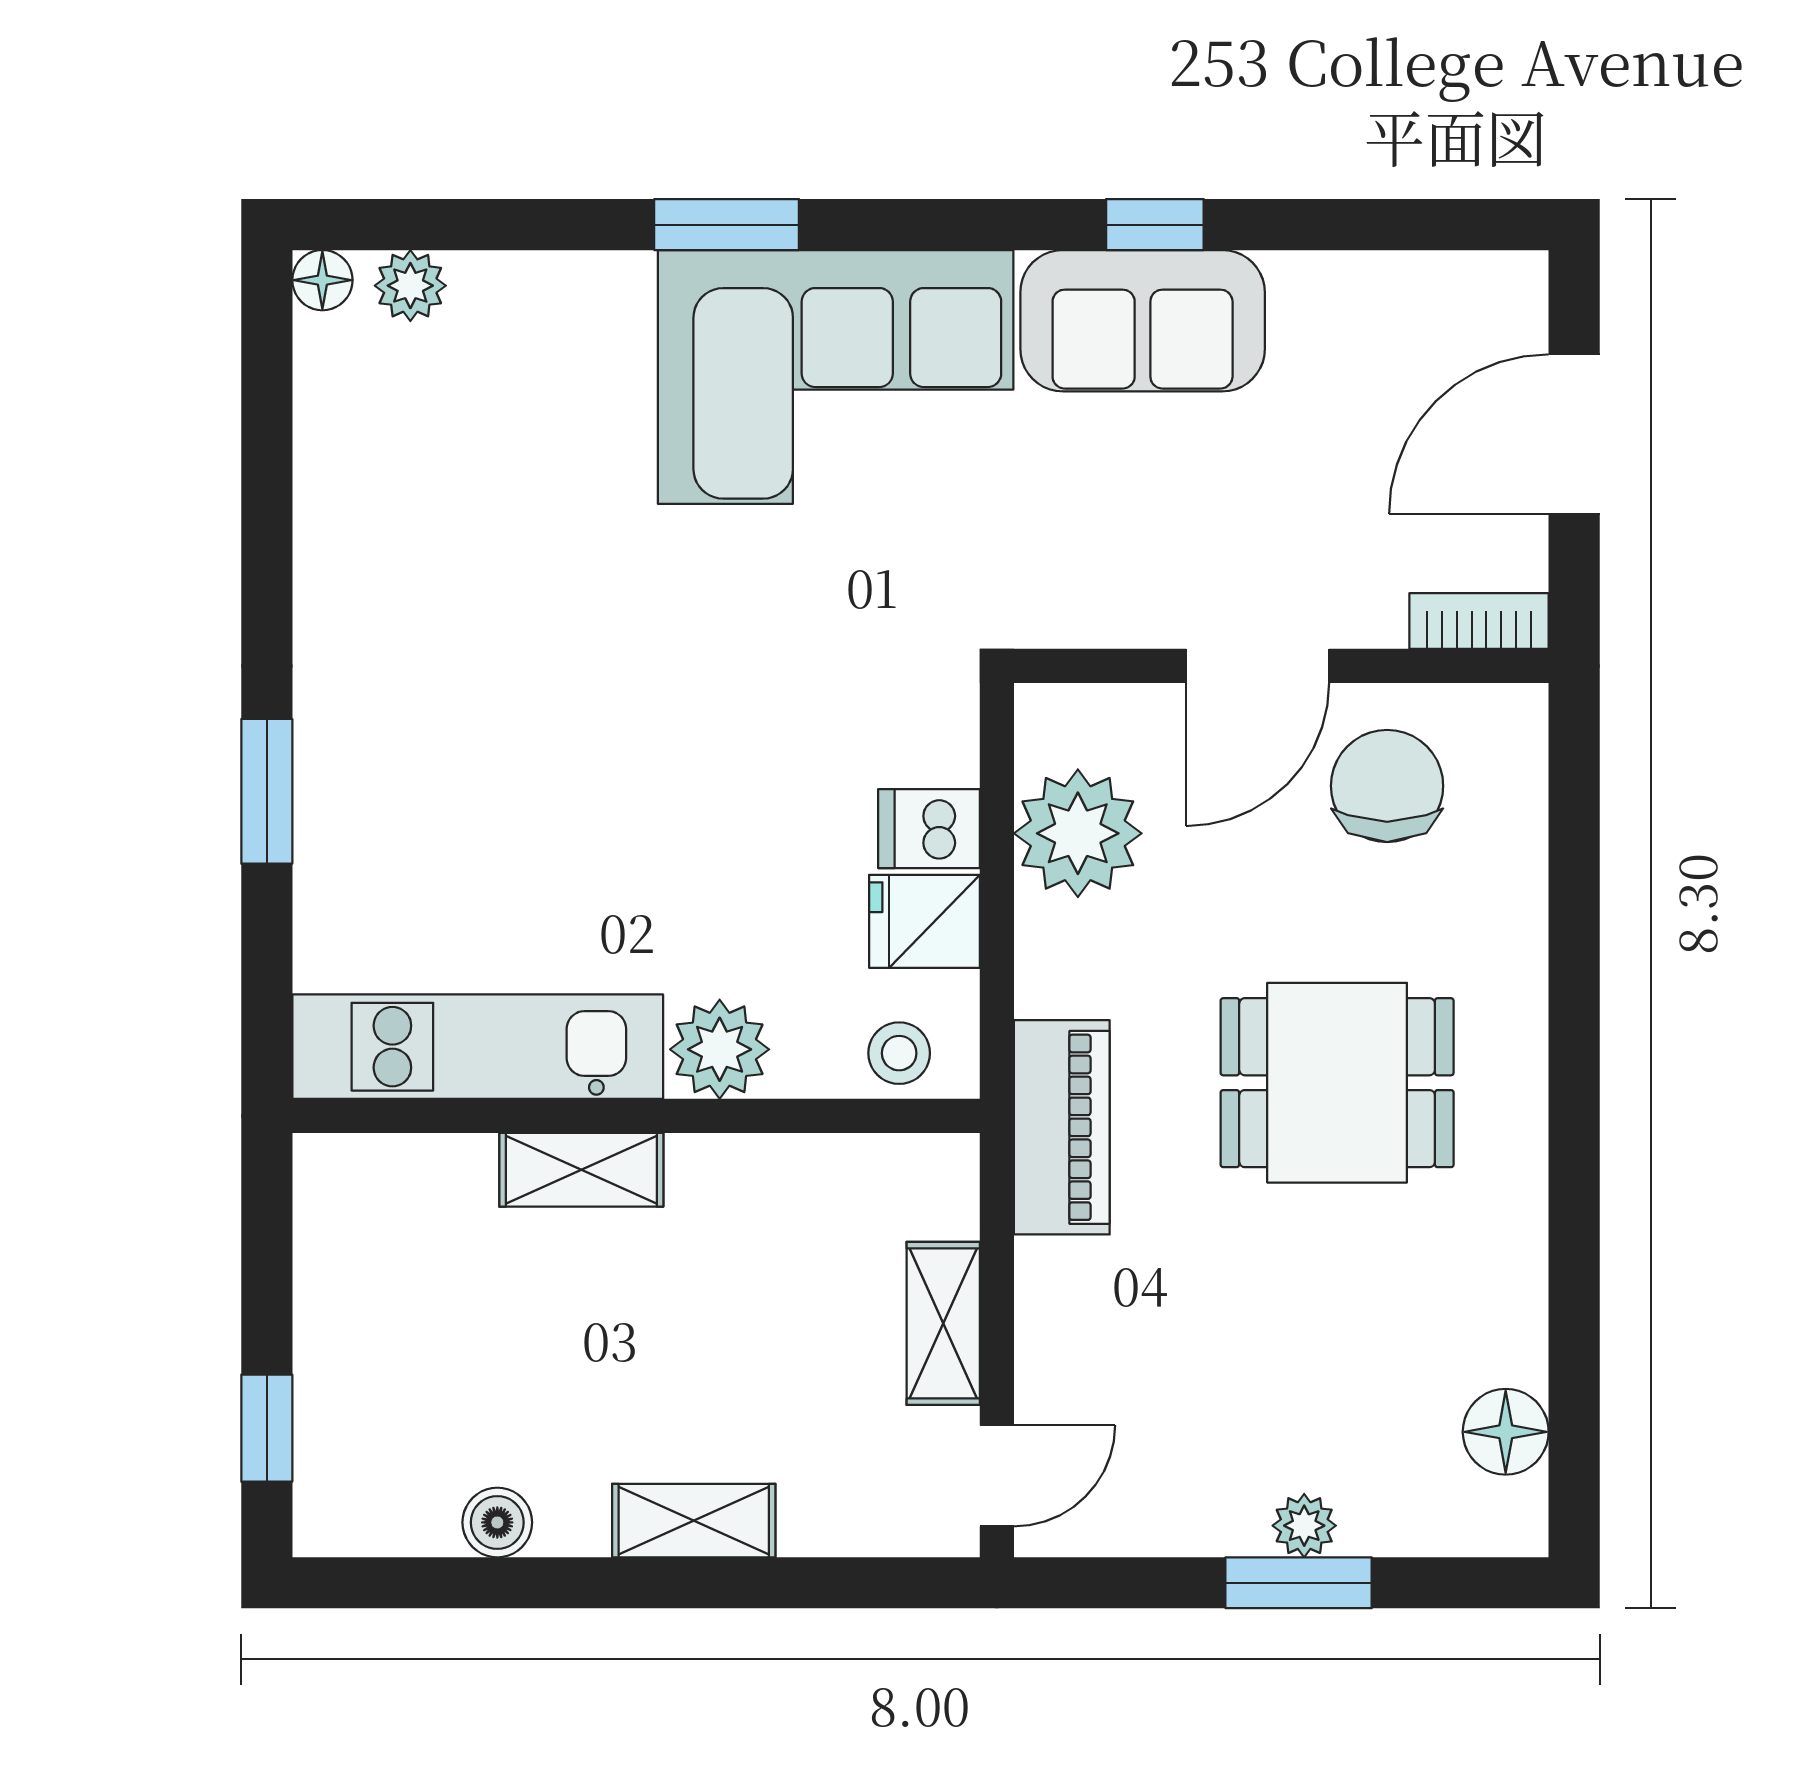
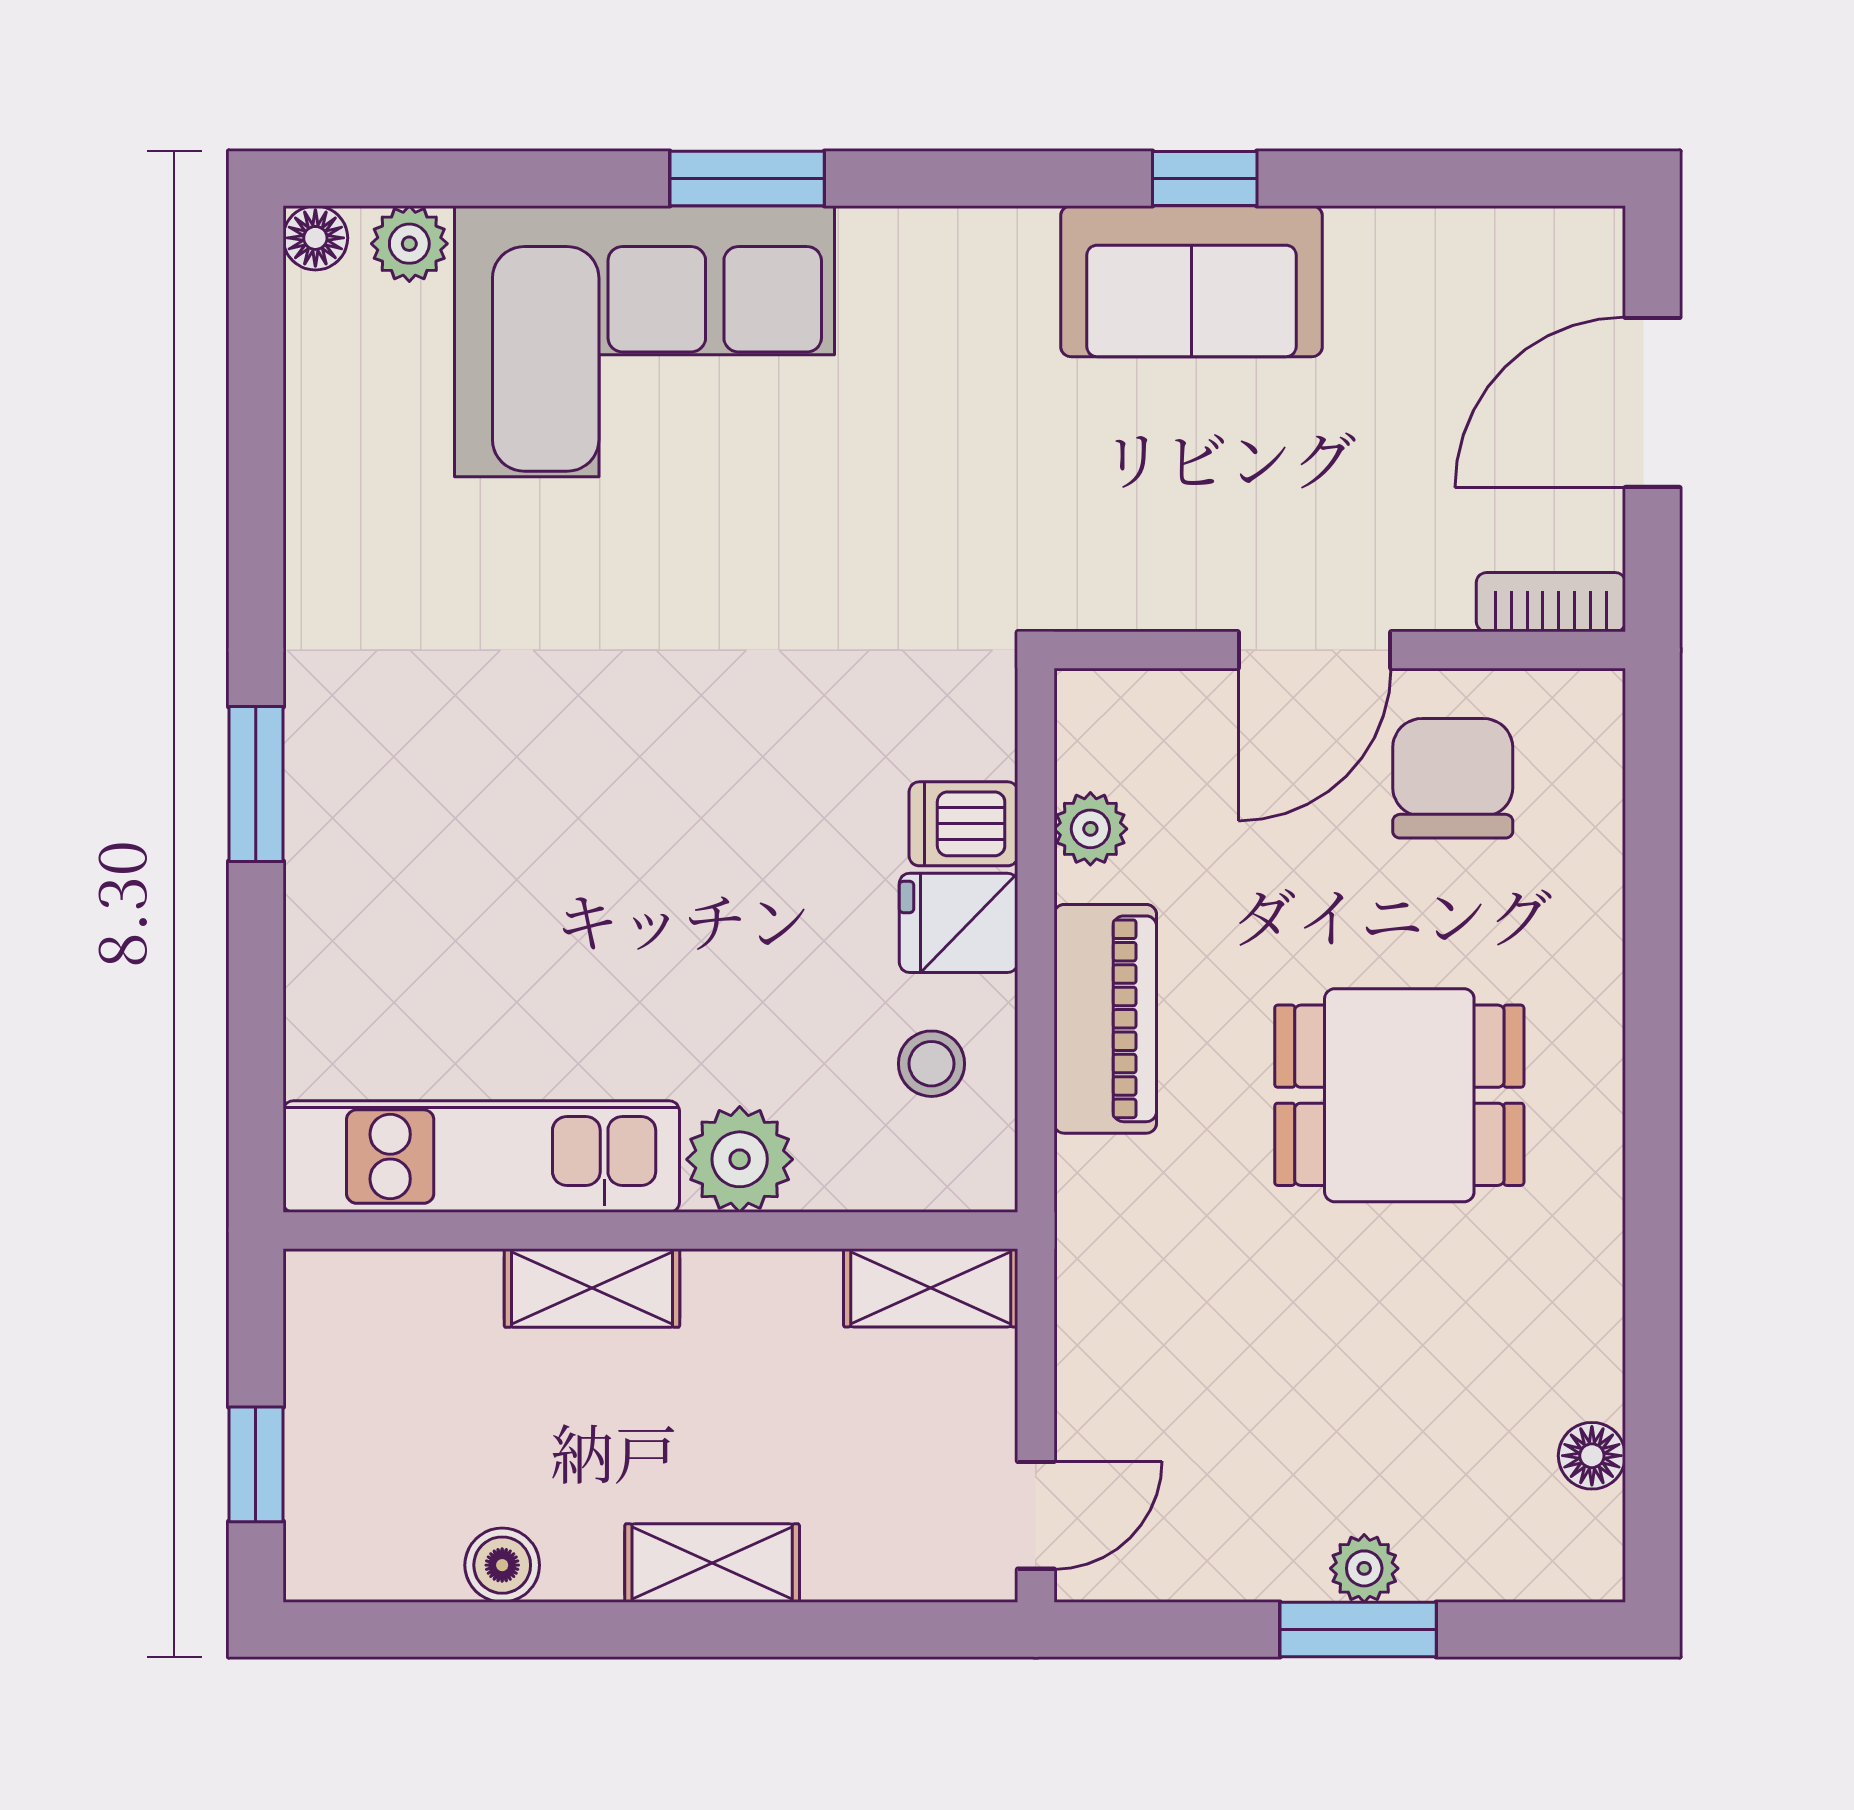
corner sofa: (836, 377) -> (644, 341), moved
plant: (1078, 833) -> (1090, 829), width x0.53, depth x0.53
kitchen unit: (478, 1047) -> (481, 1157), moved
plant: (720, 1049) -> (740, 1159), moved
wall: (636, 1116) -> (650, 1230), moved
piano: (1062, 1127) -> (1105, 1019), moved
shelving: (581, 1170) -> (592, 1288), moved
shelving: (943, 1323) -> (931, 1288), moved, turned 90
floor lamp: (1506, 1432) -> (1592, 1456), width x0.73, depth x0.73

